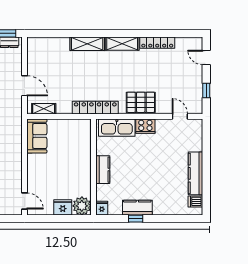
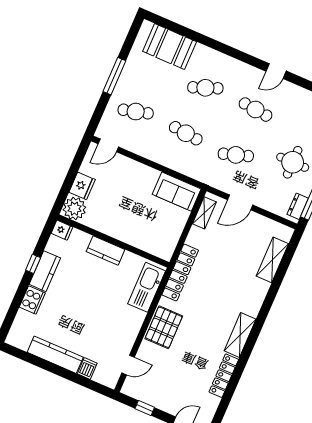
shelving: (87, 44) -> (272, 260), moved
cooker: (145, 126) -> (32, 300), moved, turned 180
dishwasher: (195, 201) -> (87, 369), moved

